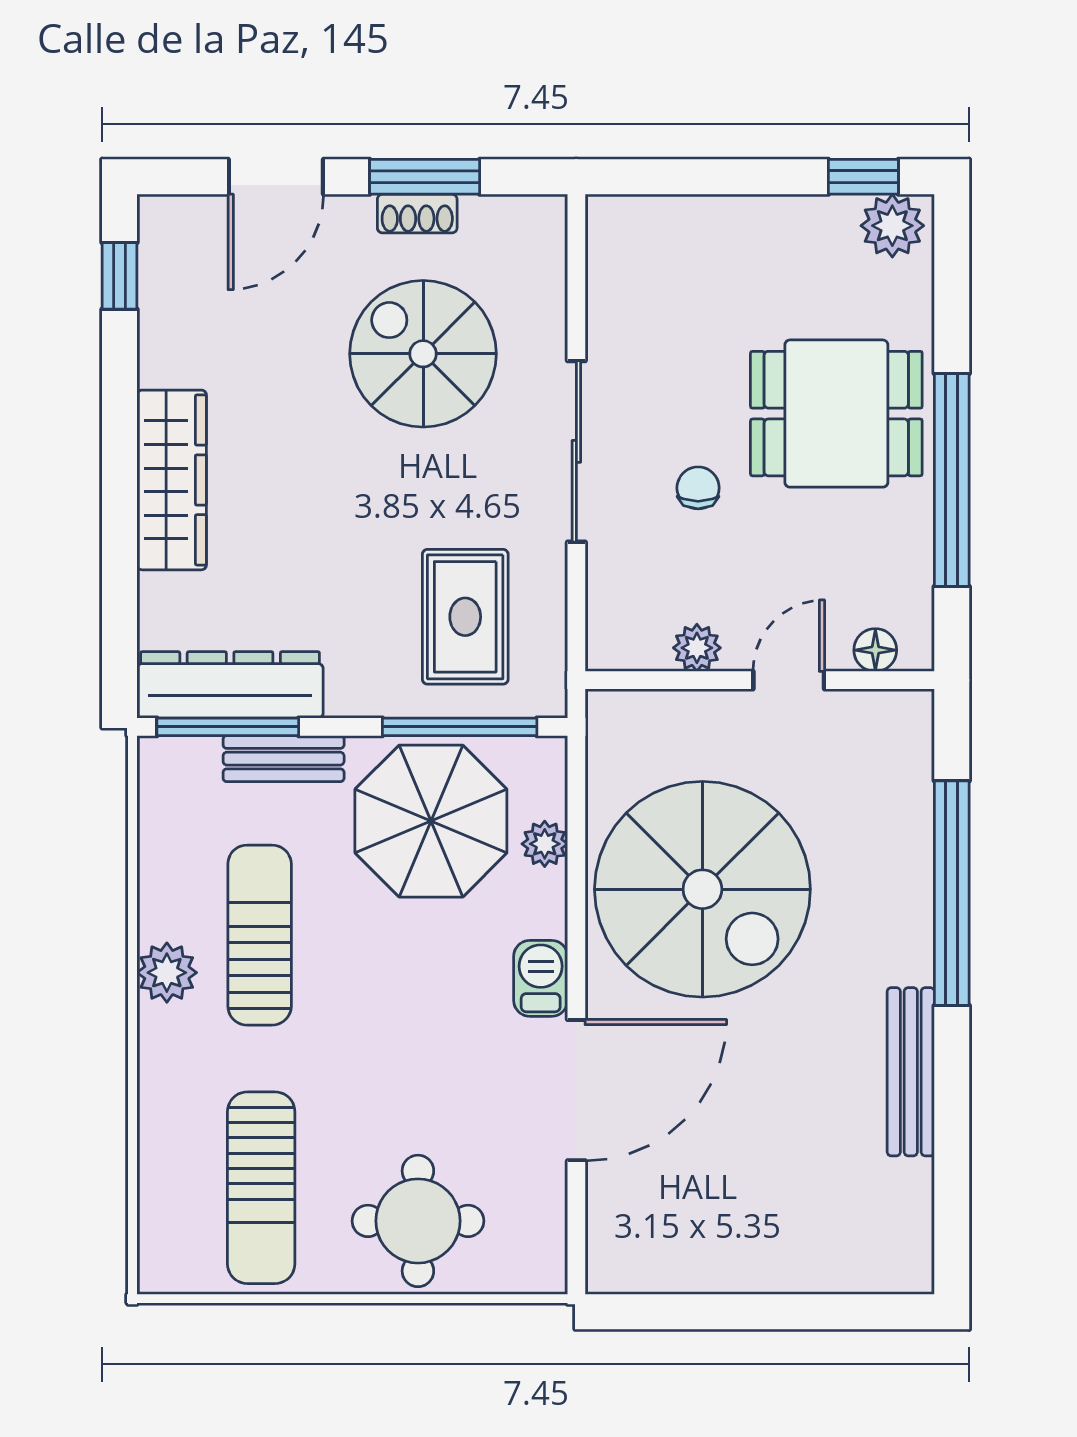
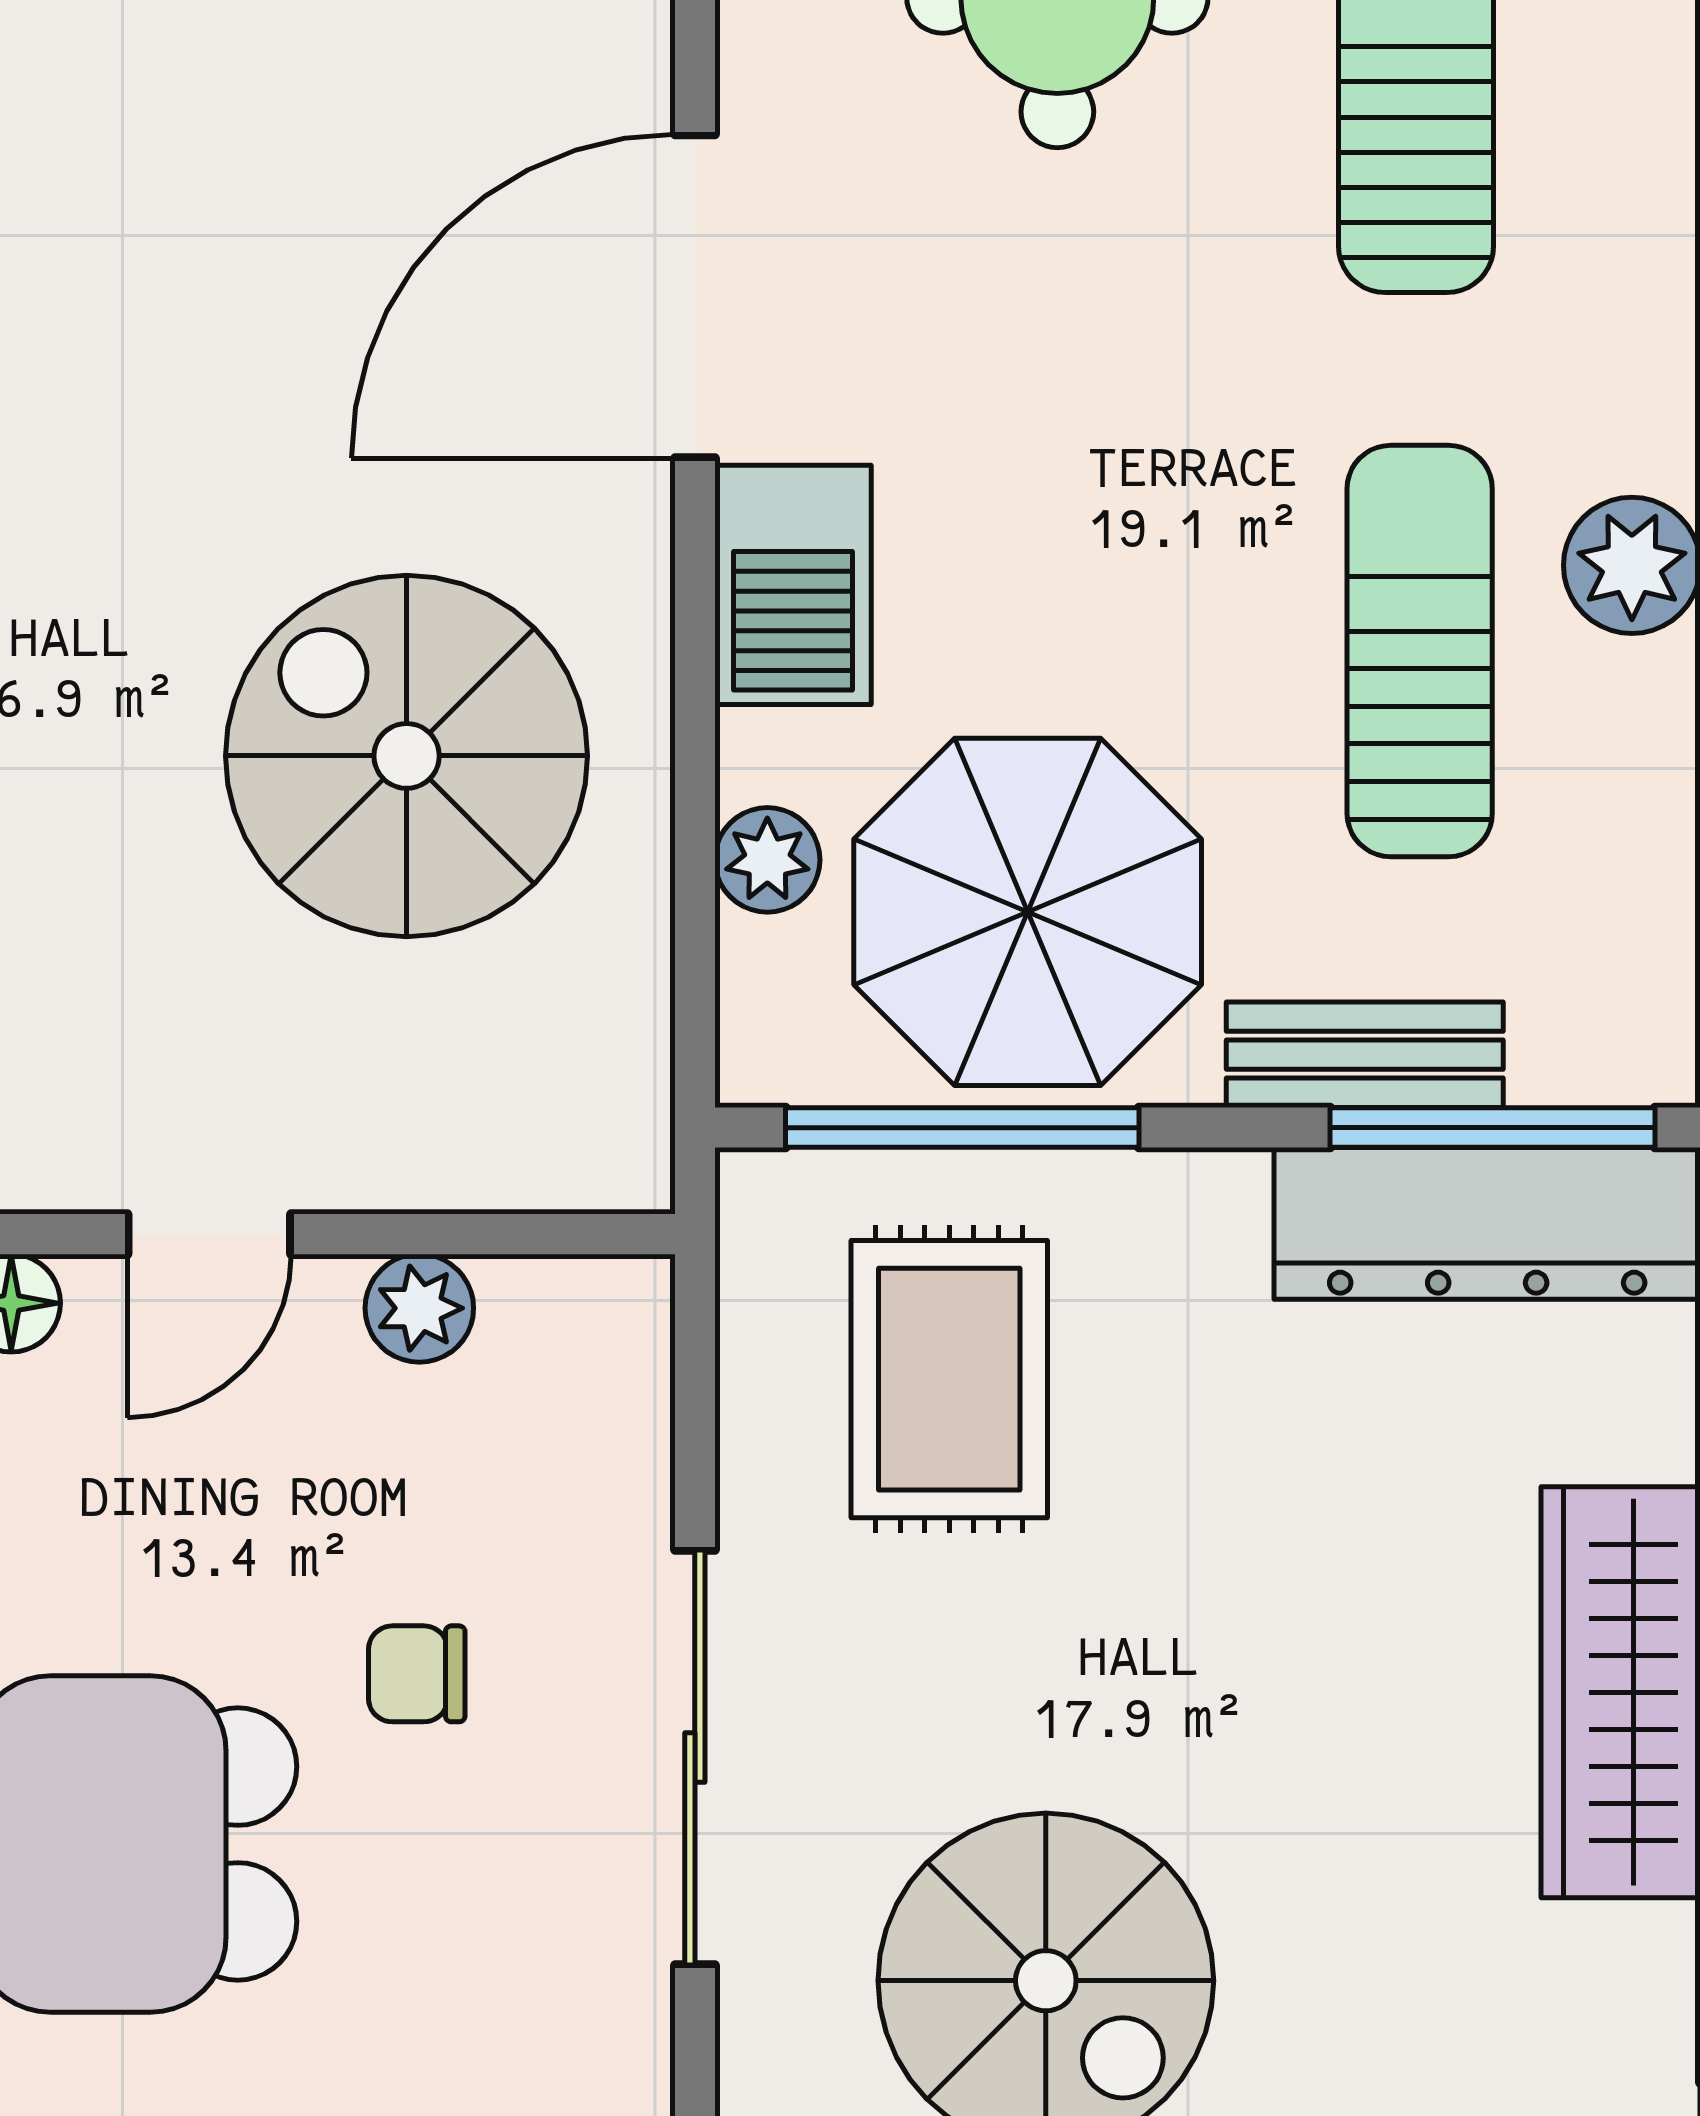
chair: (698, 488) -> (417, 1674), turned 90
spiral stairs: (702, 889) -> (407, 756), width x0.73, depth x0.73
sun lounger: (260, 935) -> (1420, 651), turned 180
barbecue: (541, 978) -> (793, 585), width x1.38, depth x1.27

